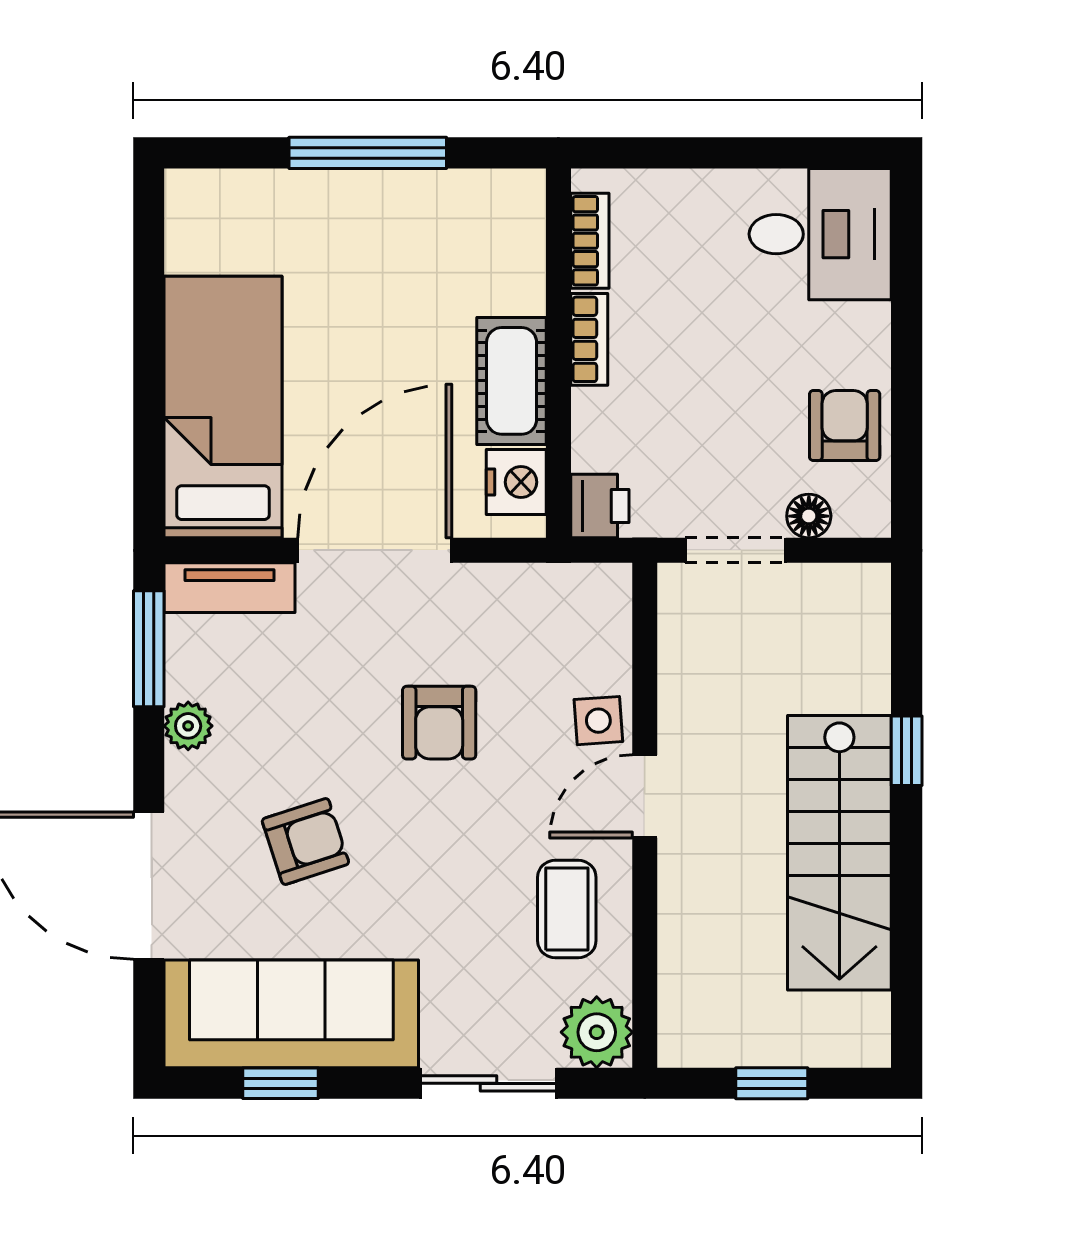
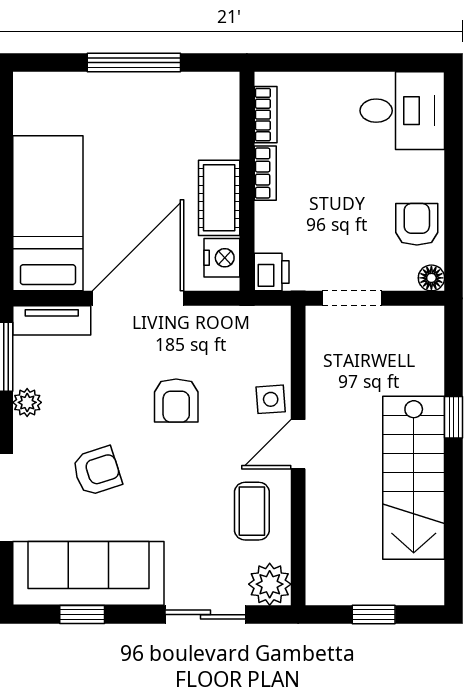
floor lamp: (809, 516) -> (431, 278), moved

